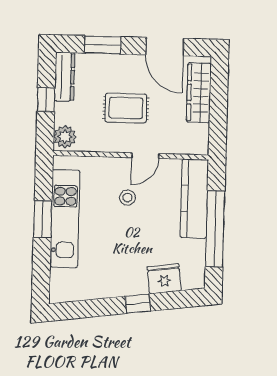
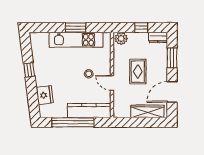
dresser: (65, 77) -> (158, 37), width x0.70
window: (138, 304) -> (29, 70), moved

